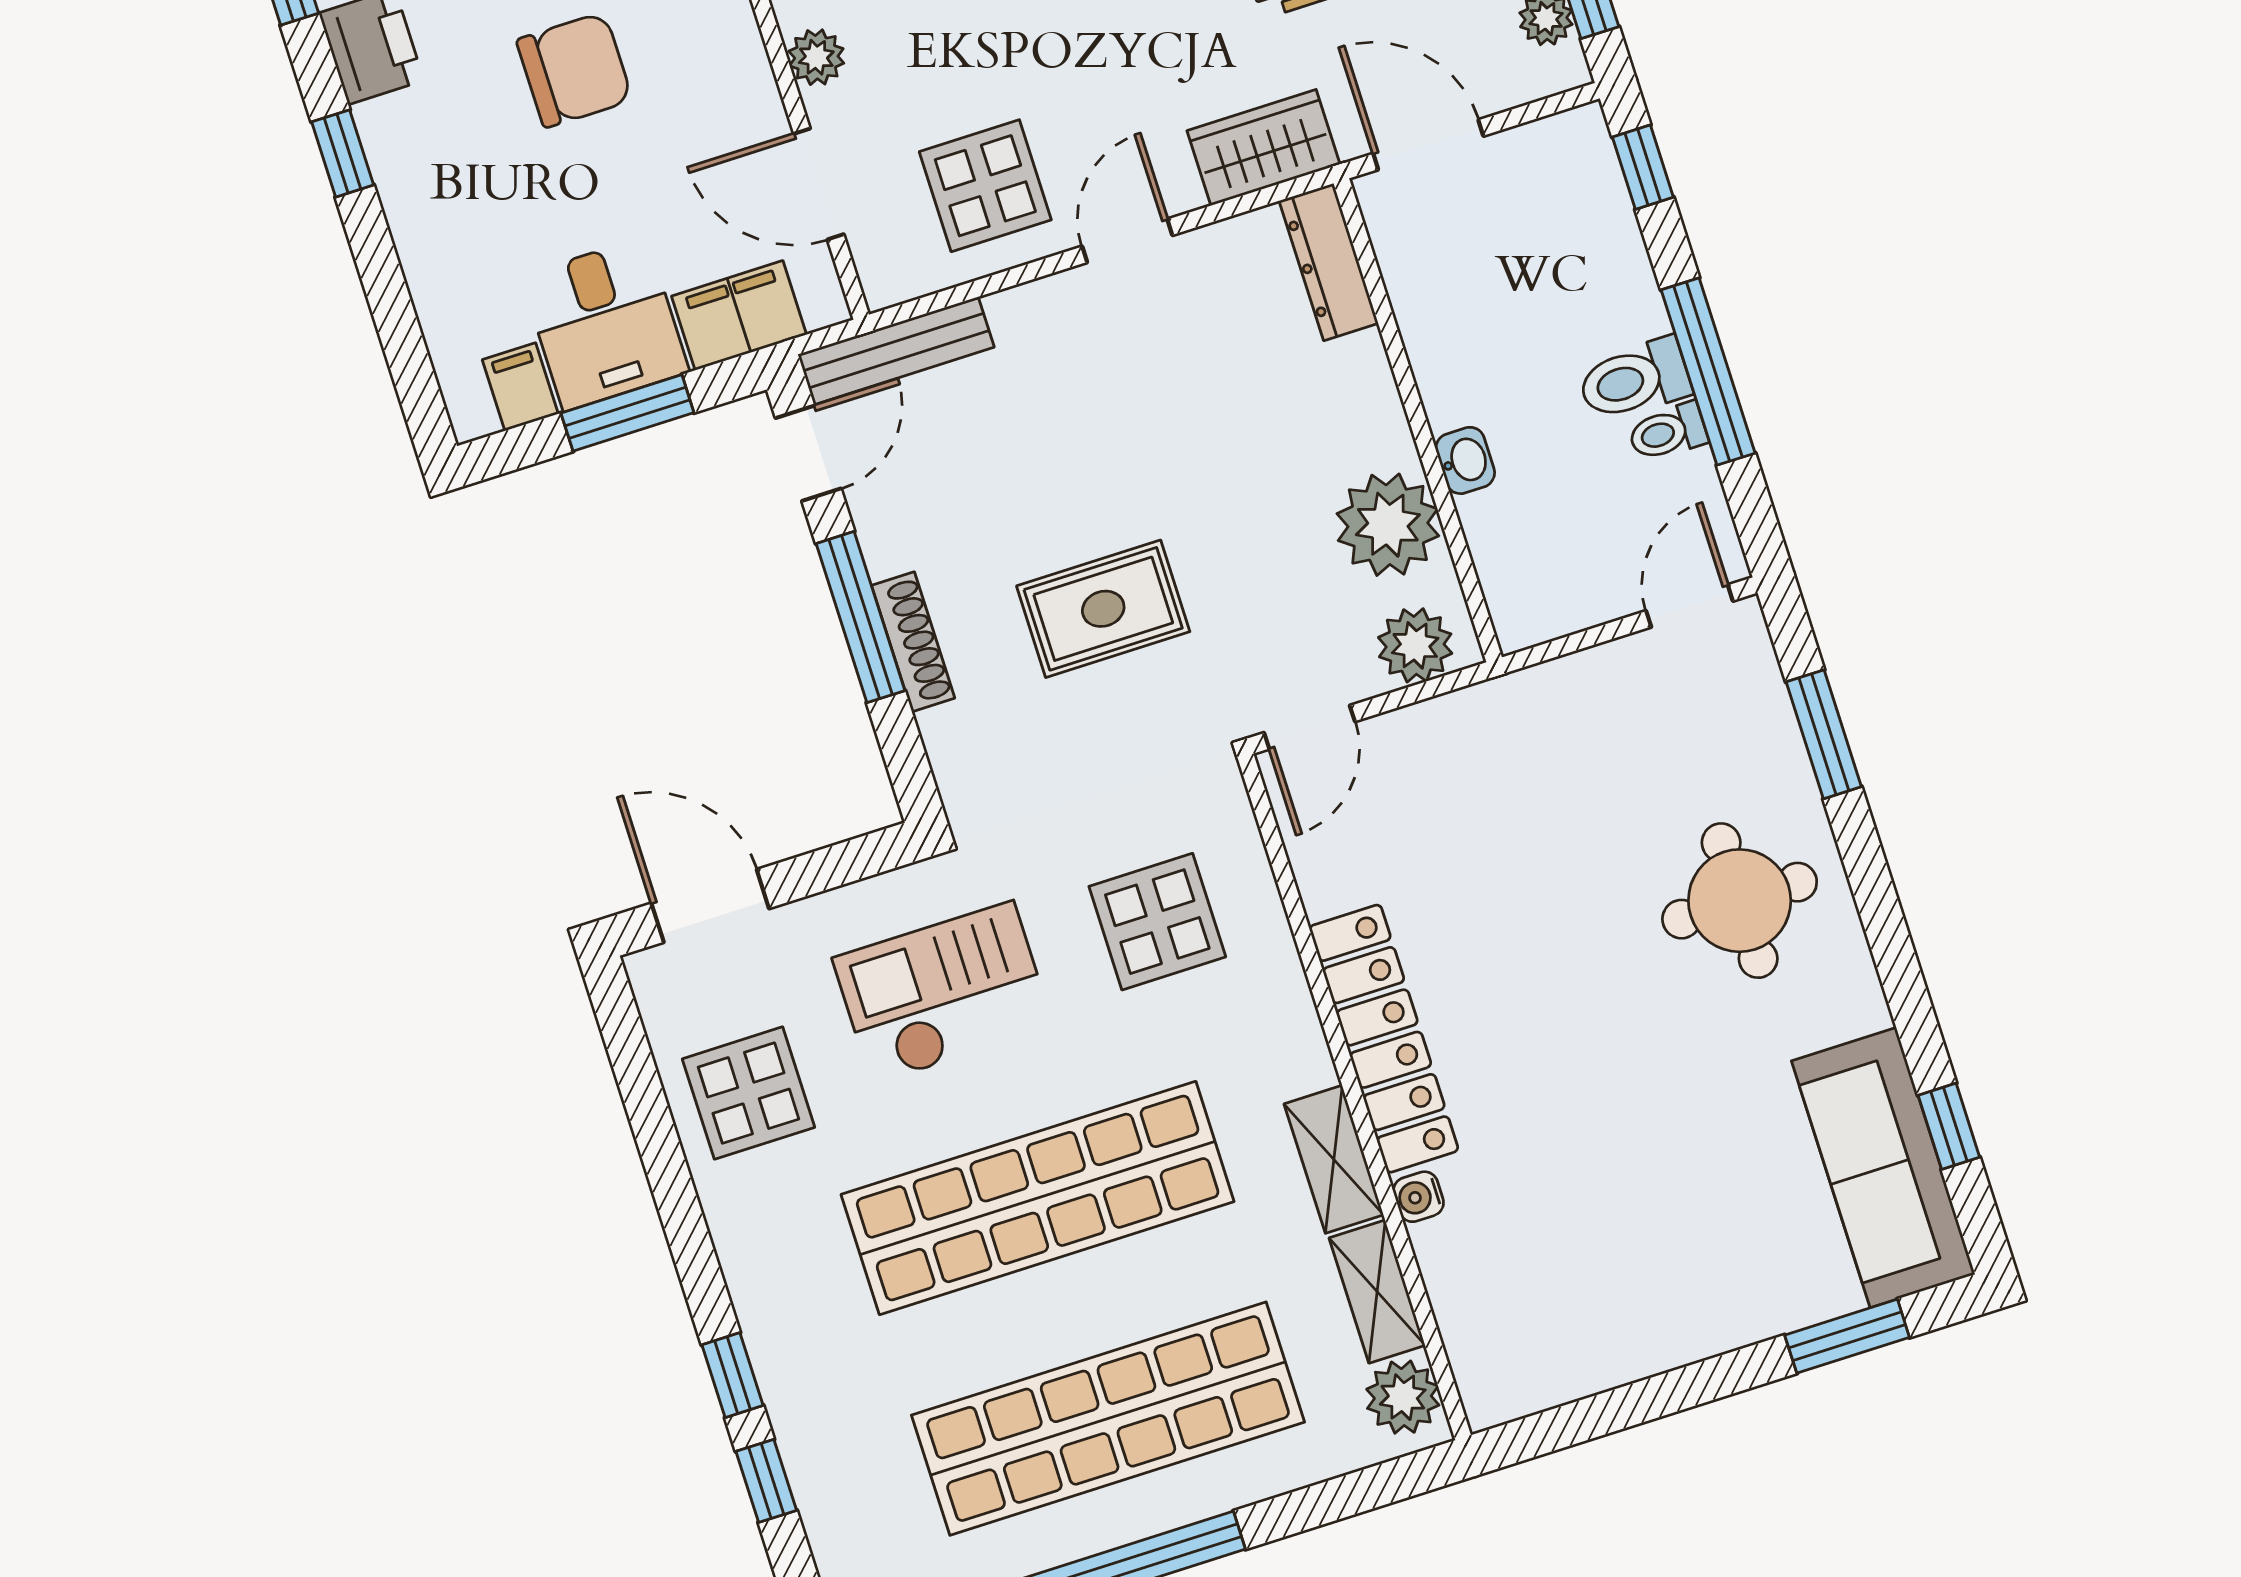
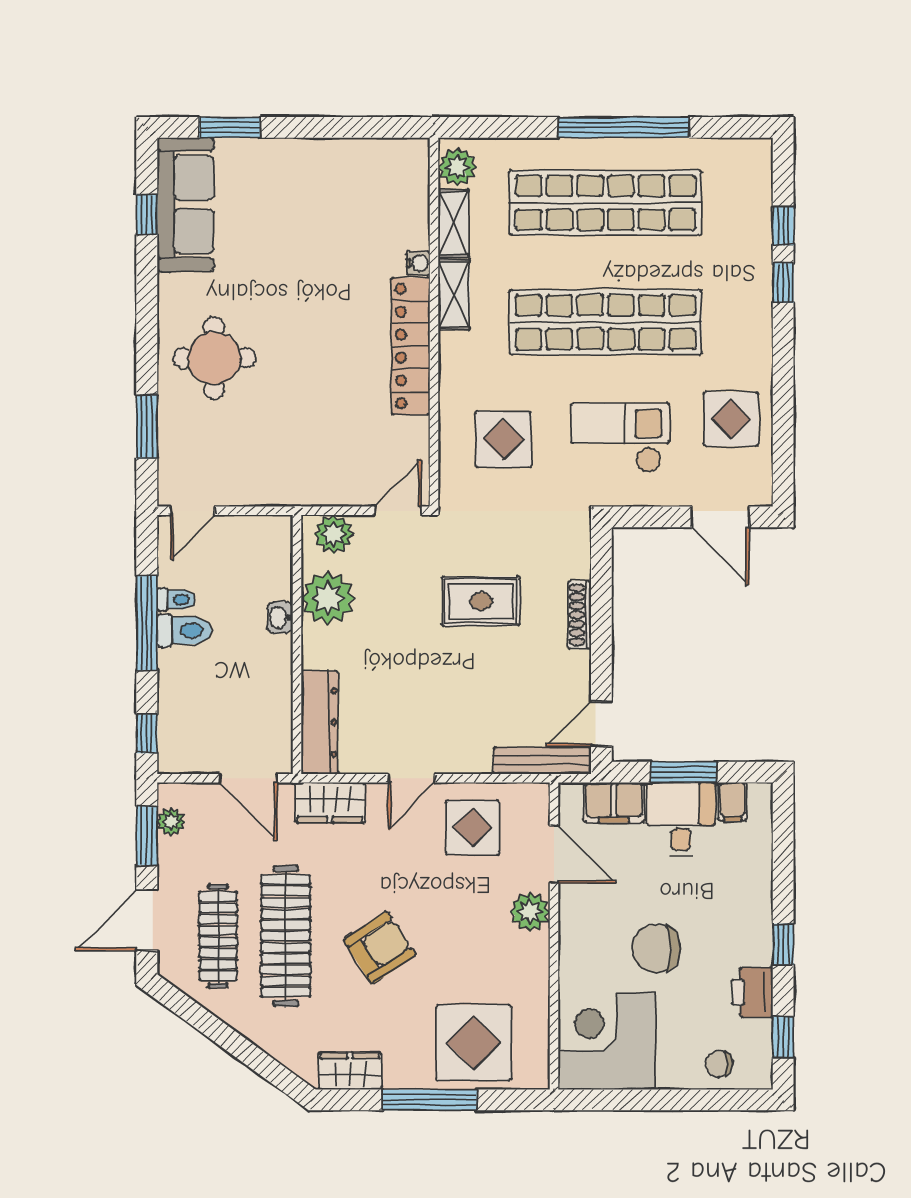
plant: (816, 57) -> (530, 912), width x1.38, depth x1.38
dresser: (1329, 262) -> (320, 722), width x1.37, depth x1.24
window: (861, 617) -> (601, 635), removed
checkout: (943, 993) -> (620, 438), turned 180

